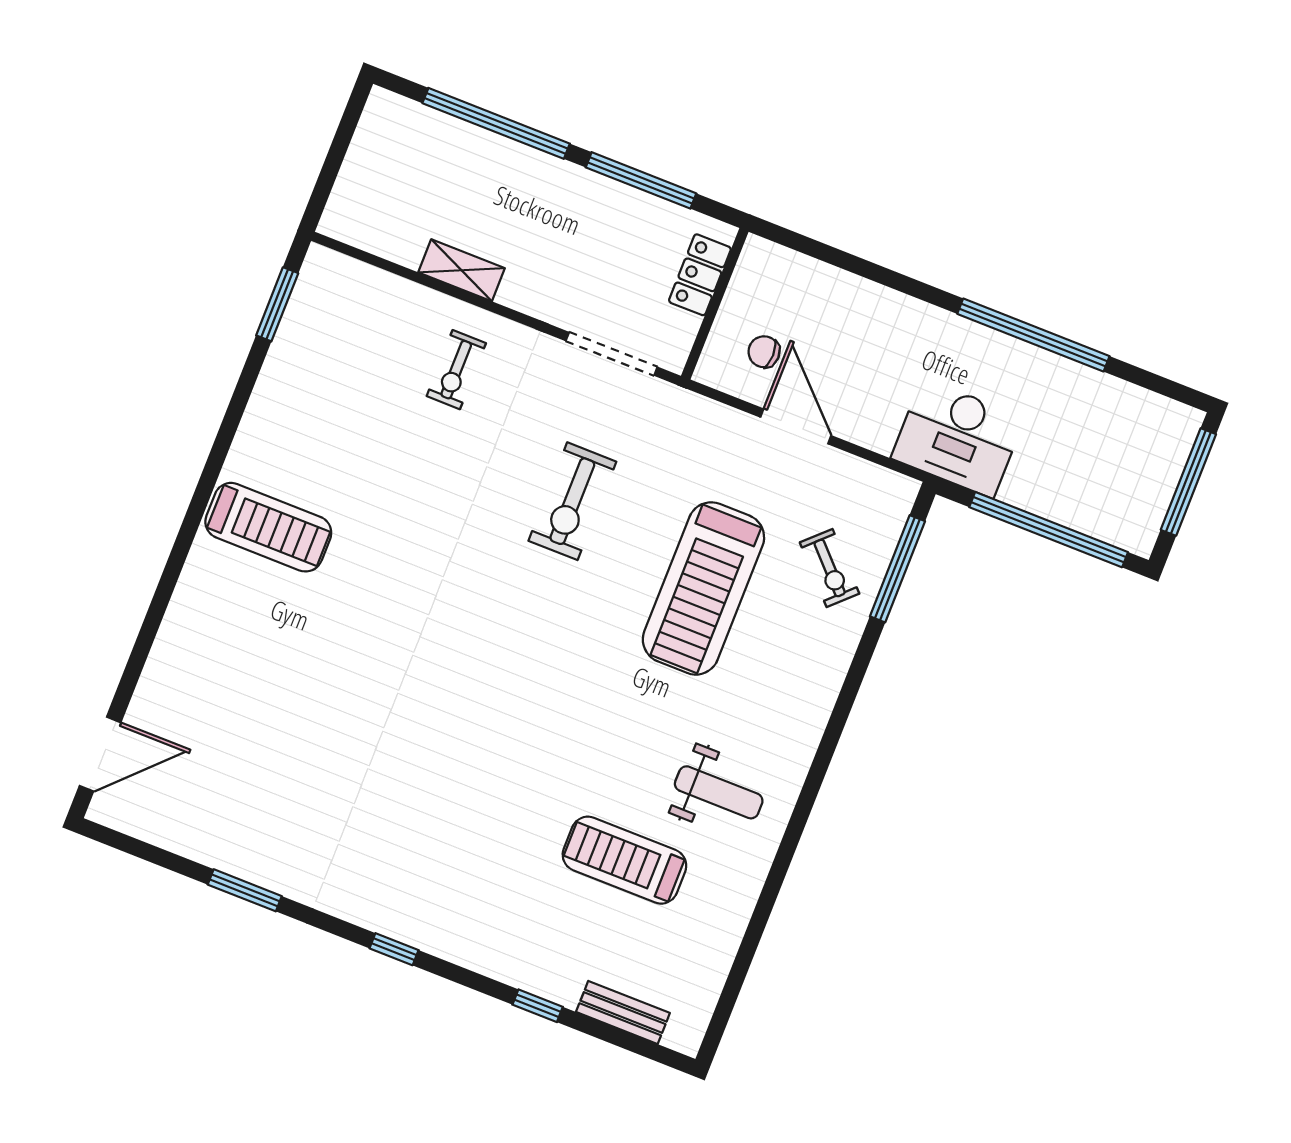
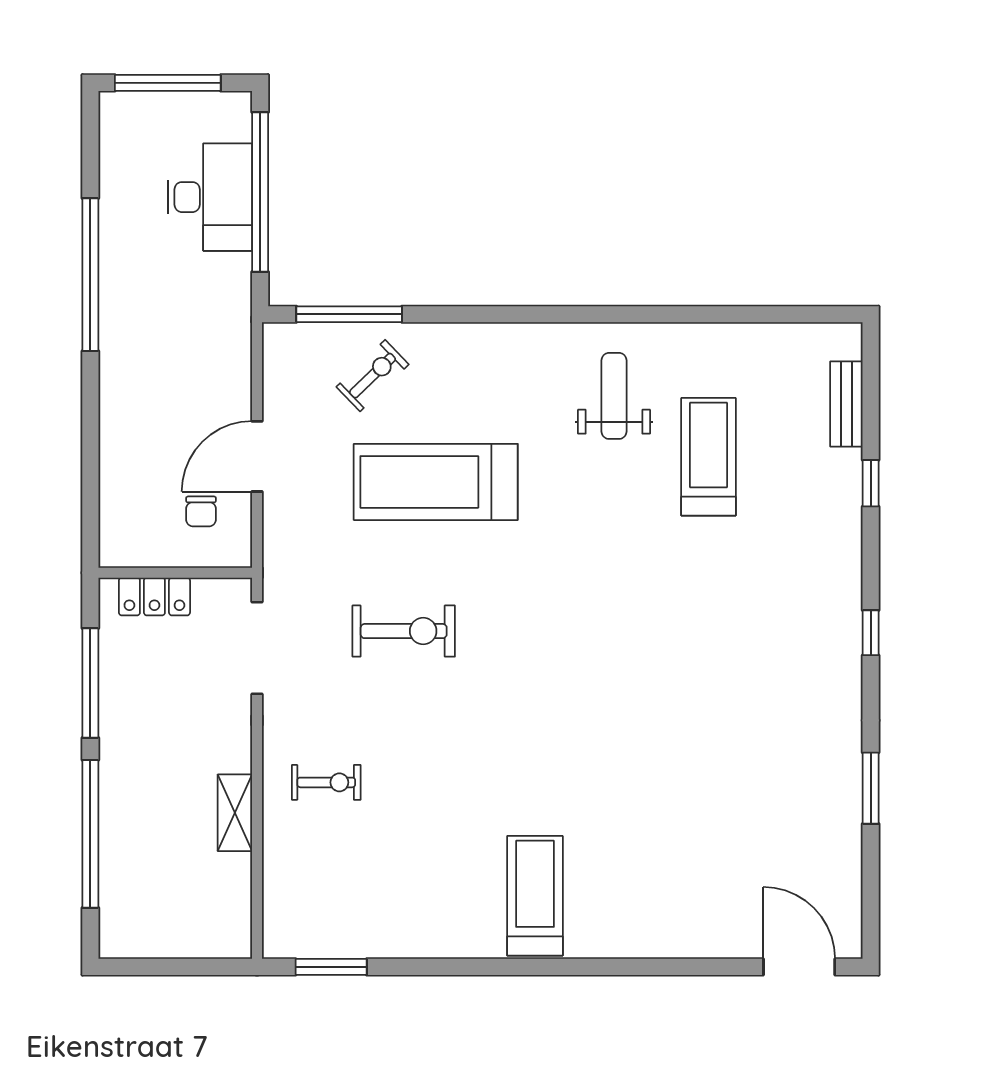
desk: (958, 438) -> (210, 197), moved
treadmill: (703, 588) -> (436, 482), turned 180
treadmill: (624, 860) -> (709, 457), turned 180

